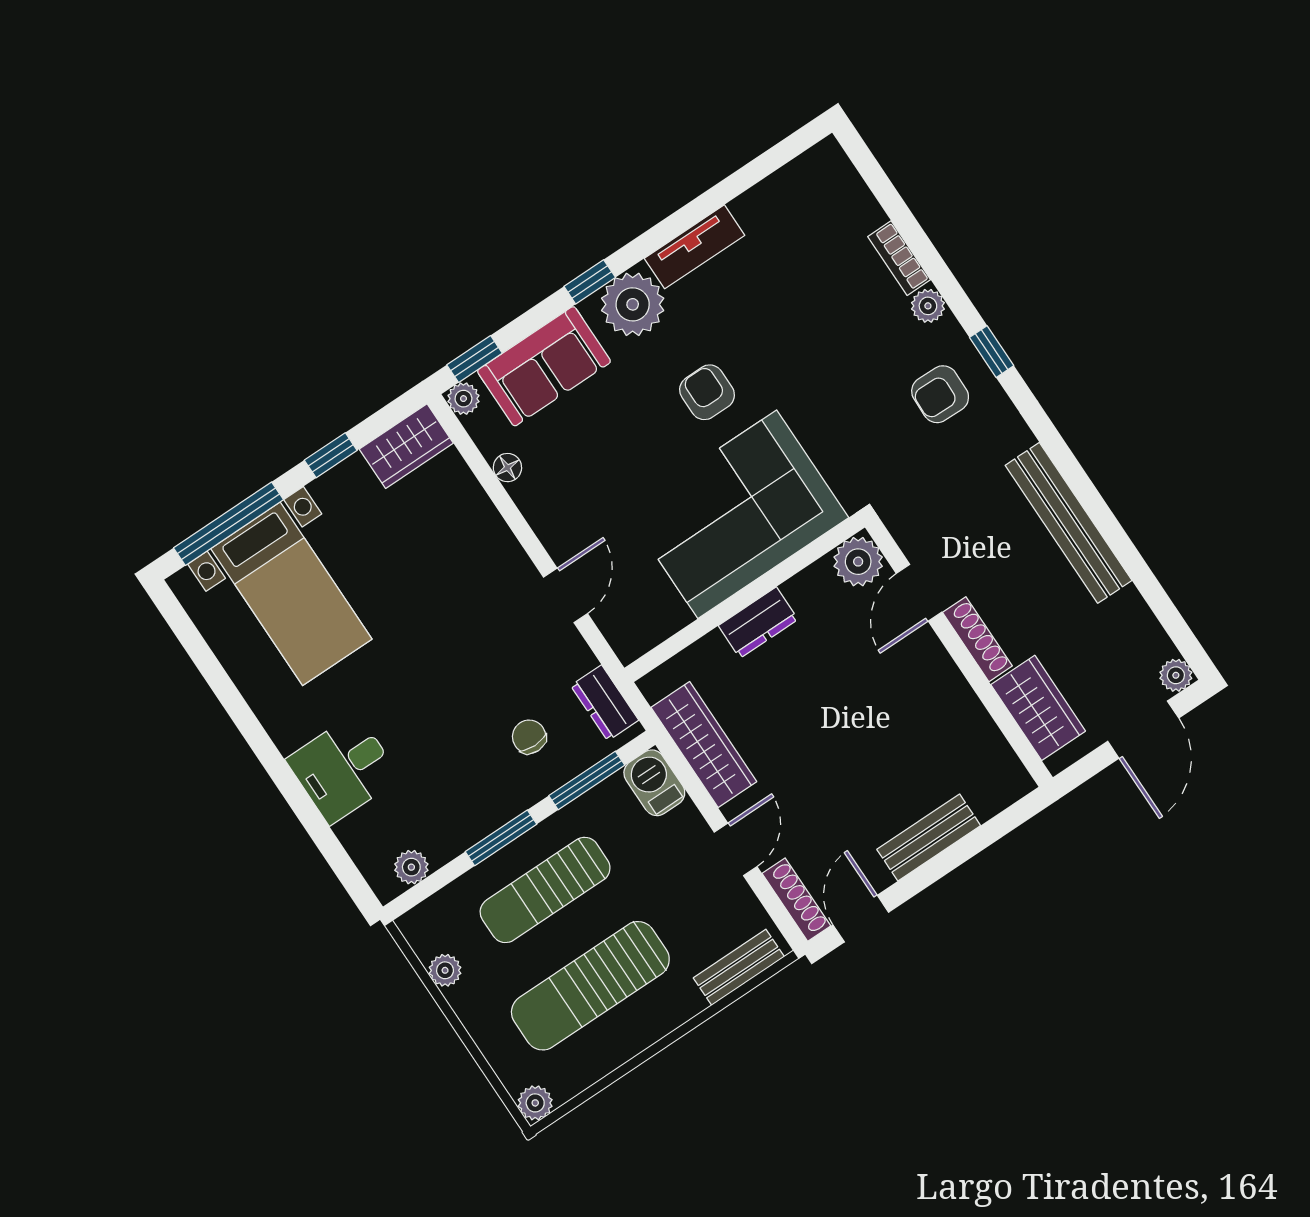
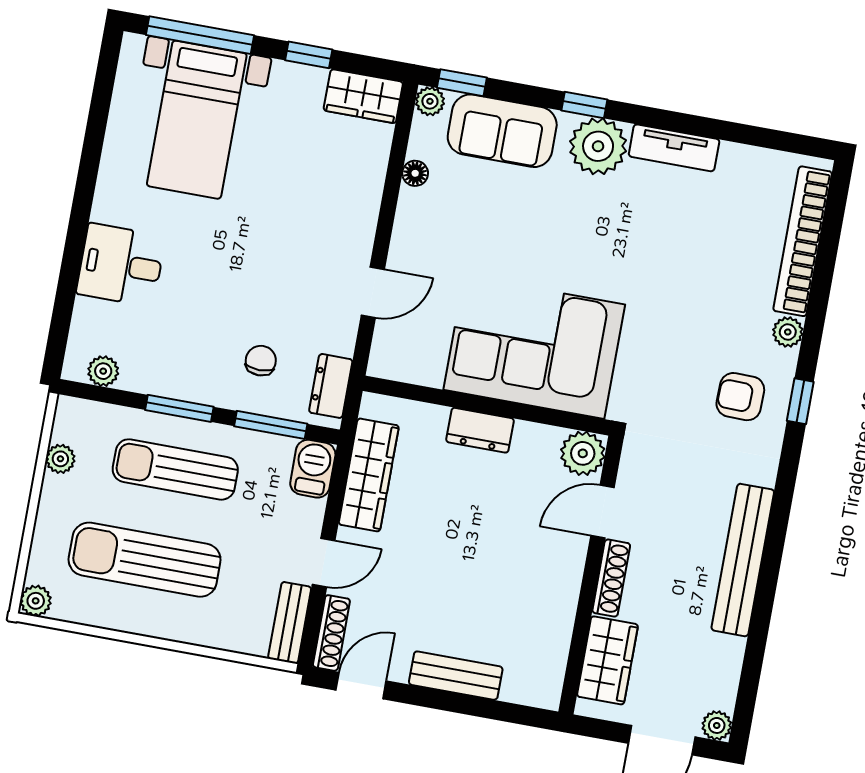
bookcase: (899, 258) -> (803, 241), width x2.31, depth x1.31
armchair: (707, 392) -> (591, 250), removed
bench: (739, 967) -> (290, 623), moved, turned 90

